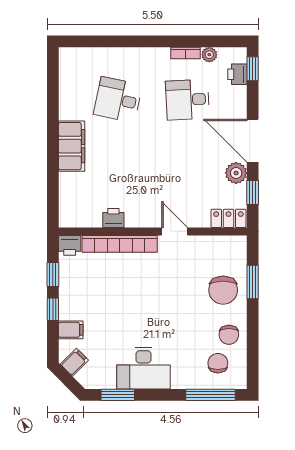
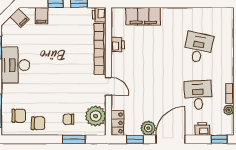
printer: (237, 74) -> (202, 129), moved
filing cabinet: (72, 146) -> (143, 16), moved
door: (175, 231) -> (108, 86), hinge flipped
plant: (218, 250) -> (96, 116), added
chair: (223, 290) -> (69, 119), width x0.54, depth x0.54
chair: (229, 335) -> (38, 123), turned 180

